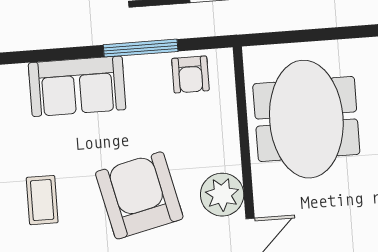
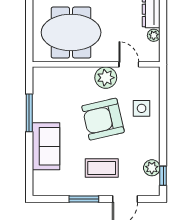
armchair: (190, 75) -> (44, 89), removed
coffee table: (42, 200) -> (102, 168), width x1.36, depth x1.30

